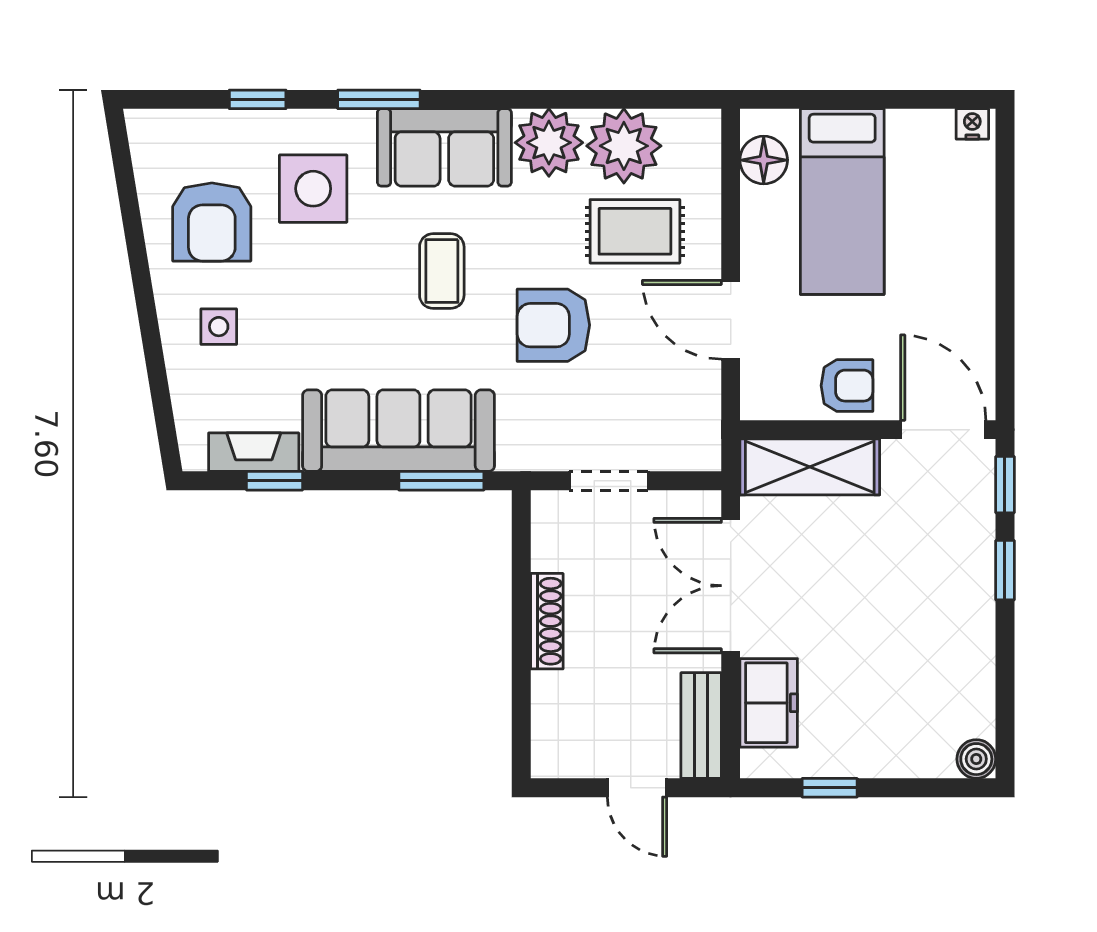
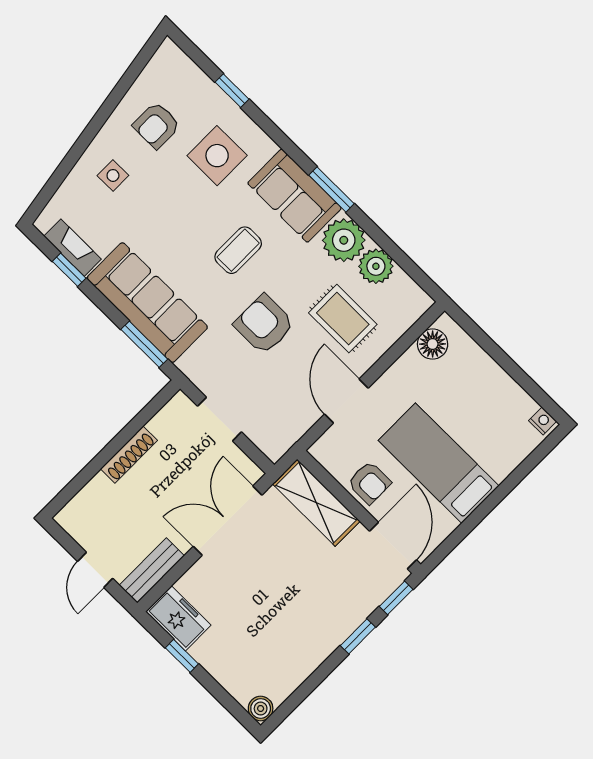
window: (379, 99) -> (332, 189), moved
plant: (624, 146) -> (376, 266), width x0.73, depth x0.73
bed: (842, 202) -> (439, 463), moved, turned 90
armchair: (212, 222) -> (157, 125), width x0.72, depth x0.72
freezer: (769, 703) -> (178, 618), moved, turned -90

